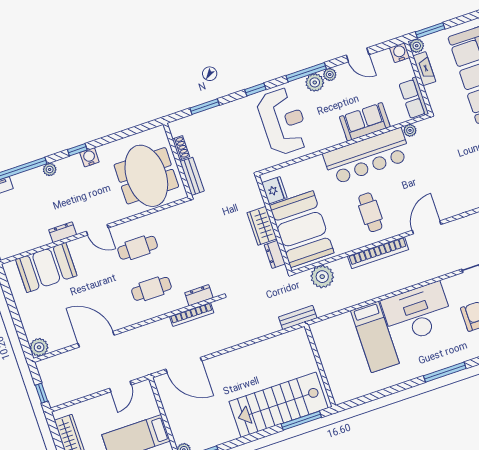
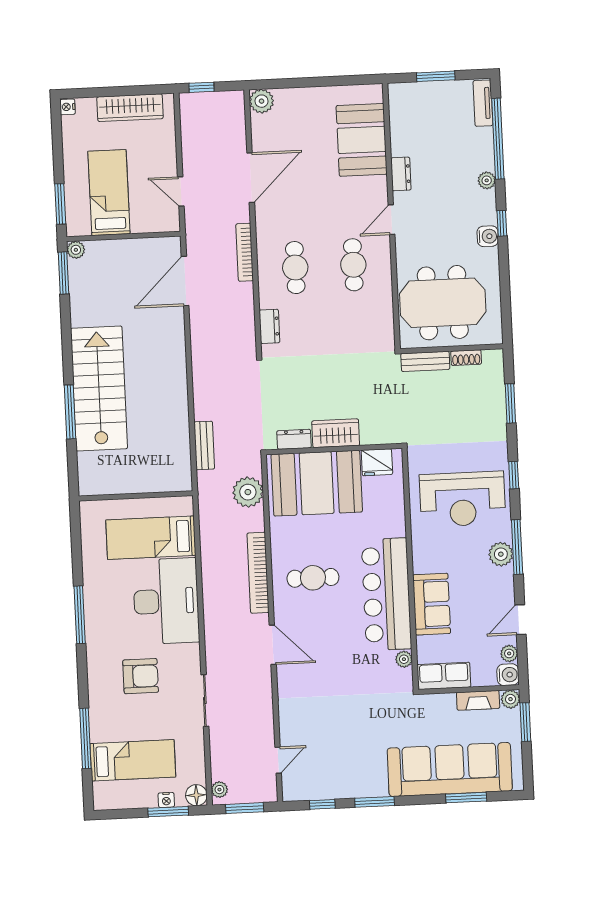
plant: (330, 74) -> (509, 653), moved
bookcase: (192, 315) -> (245, 252), moved
wall: (320, 366) -> (136, 496), moved

